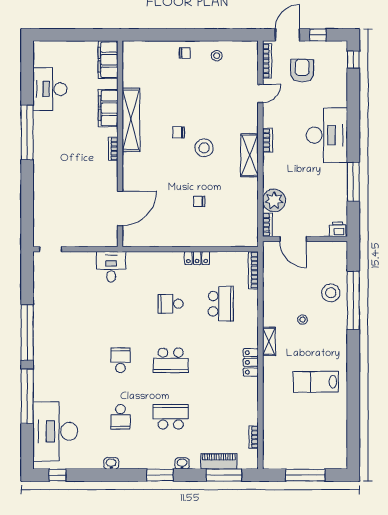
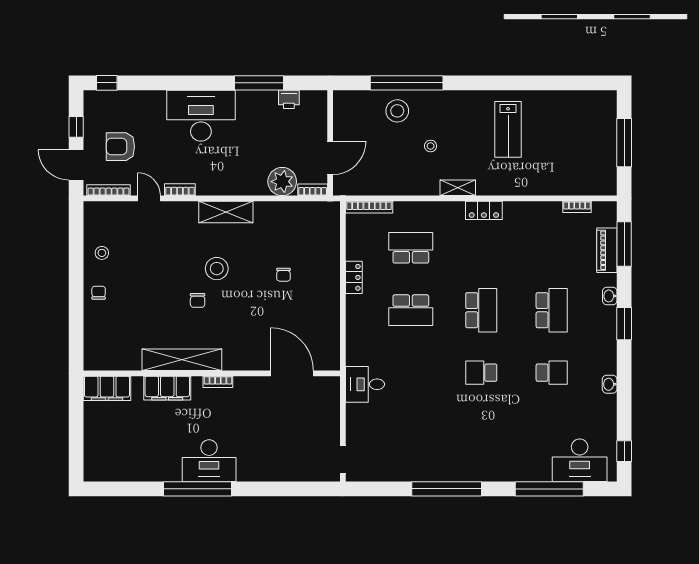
desk: (50, 89) -> (209, 461), moved
bookcase: (267, 140) -> (180, 190), moved
printer: (338, 229) -> (289, 99), moved, turned -90
school desk: (171, 304) -> (411, 310), width x1.85
window: (27, 396) -> (549, 489), moved
school desk: (171, 417) -> (552, 310), turned 180
desk: (55, 431) -> (580, 460), width x0.73, depth x0.77

